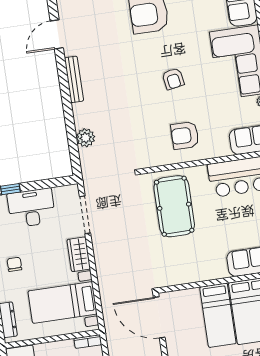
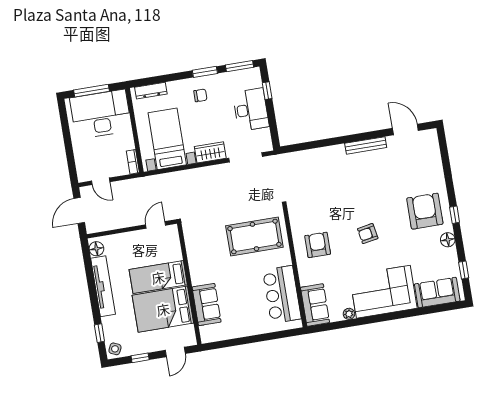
plant: (86, 138) -> (314, 157), removed
door: (159, 317) -> (156, 225), width x0.53

